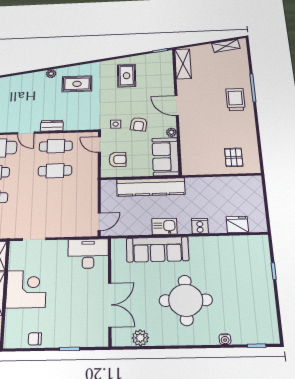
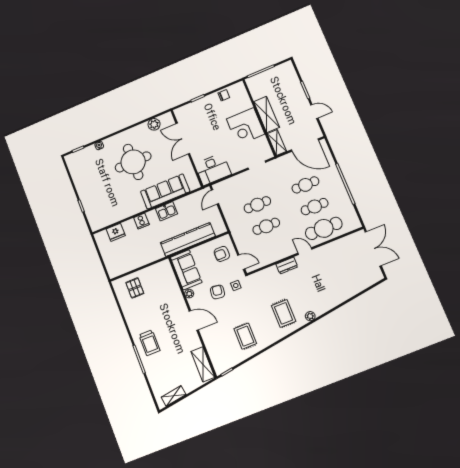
rug: (77, 84) -> (284, 313), turned 90
cafe table: (56, 146) -> (257, 205), moved

